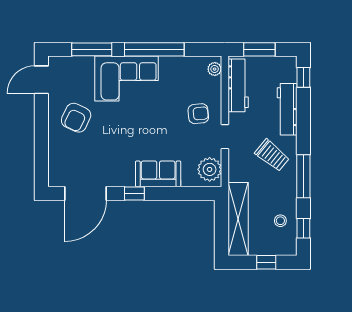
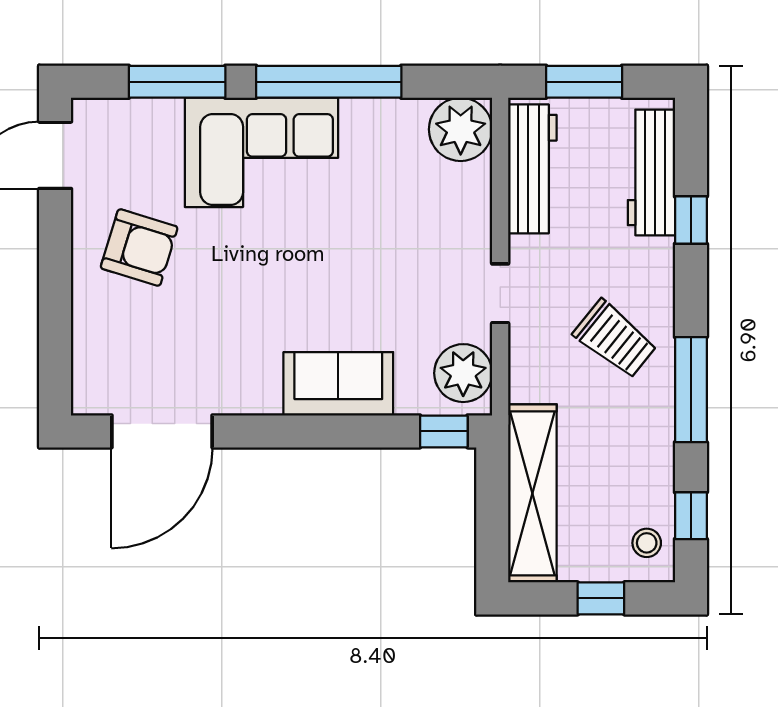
plant: (215, 69) -> (461, 129), width x1.87, depth x1.87
window: (303, 77) -> (691, 220), moved
workbench: (287, 109) -> (651, 172), moved
armchair: (198, 114) -> (436, 238), removed
armchair: (76, 118) -> (139, 248), turned -98
window: (134, 193) -> (444, 431), moved
stool: (280, 221) -> (647, 543), moved

